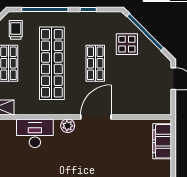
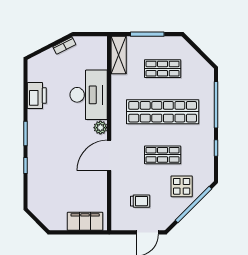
trolley: (16, 30) -> (140, 201), moved
door: (96, 117) -> (109, 155), swing flipped
desk: (35, 133) -> (89, 95), width x1.36, depth x1.30

